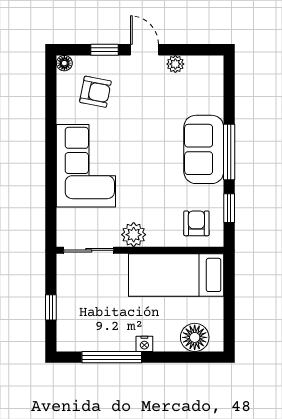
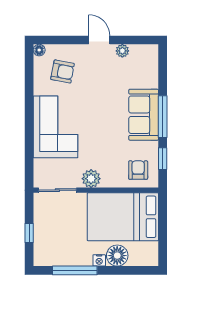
window: (104, 50) -> (69, 40), removed
bed: (176, 275) -> (123, 217), width x1.50
floor lamp: (195, 337) -> (117, 256), moved

